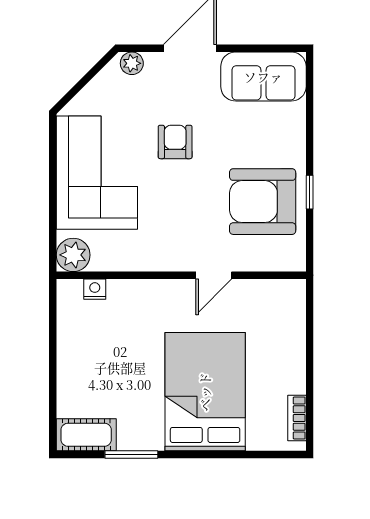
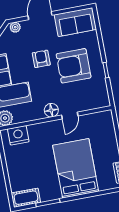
armchair: (263, 202) -> (74, 66), moved
floor lamp: (176, 257) -> (51, 110), added
nightstand: (95, 289) -> (18, 135), width x1.89, depth x1.79

